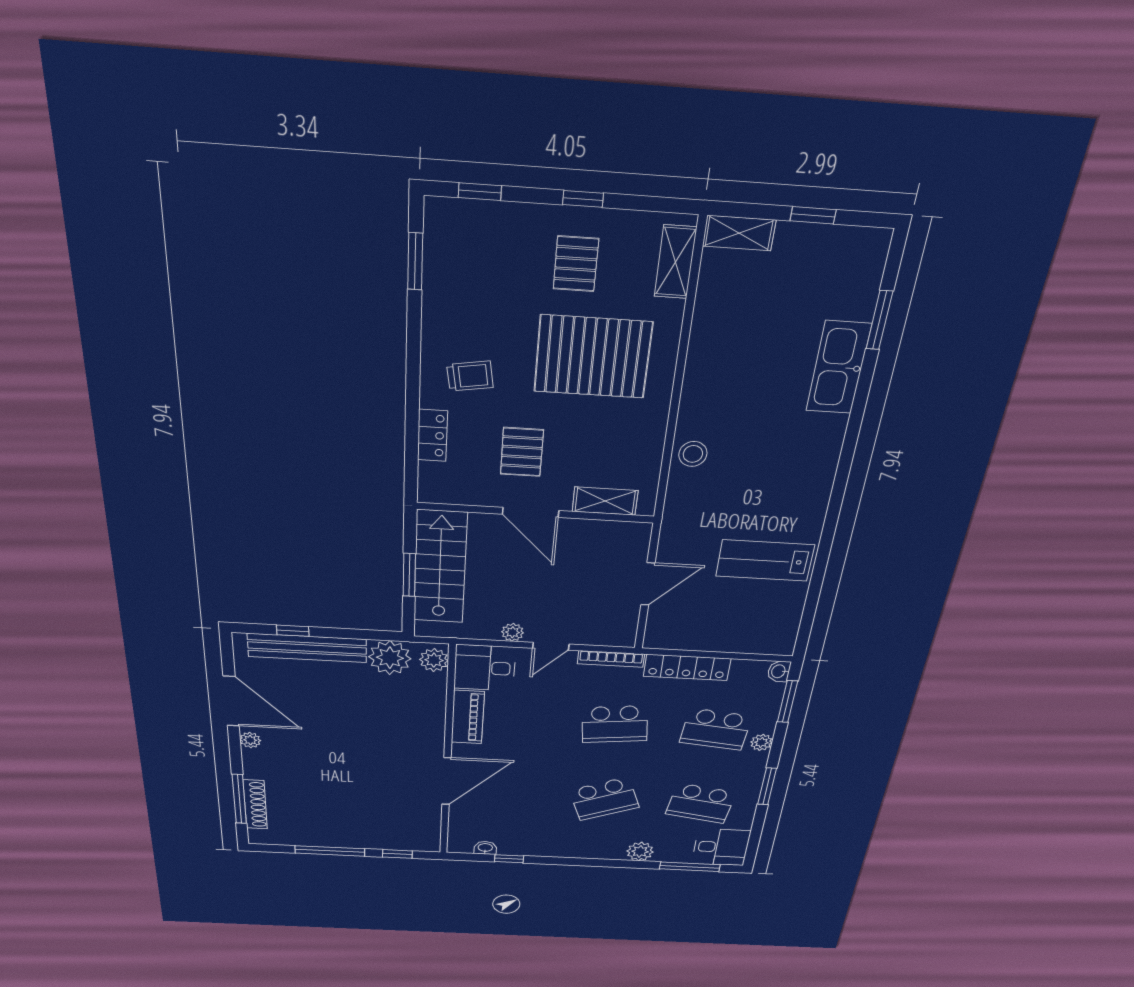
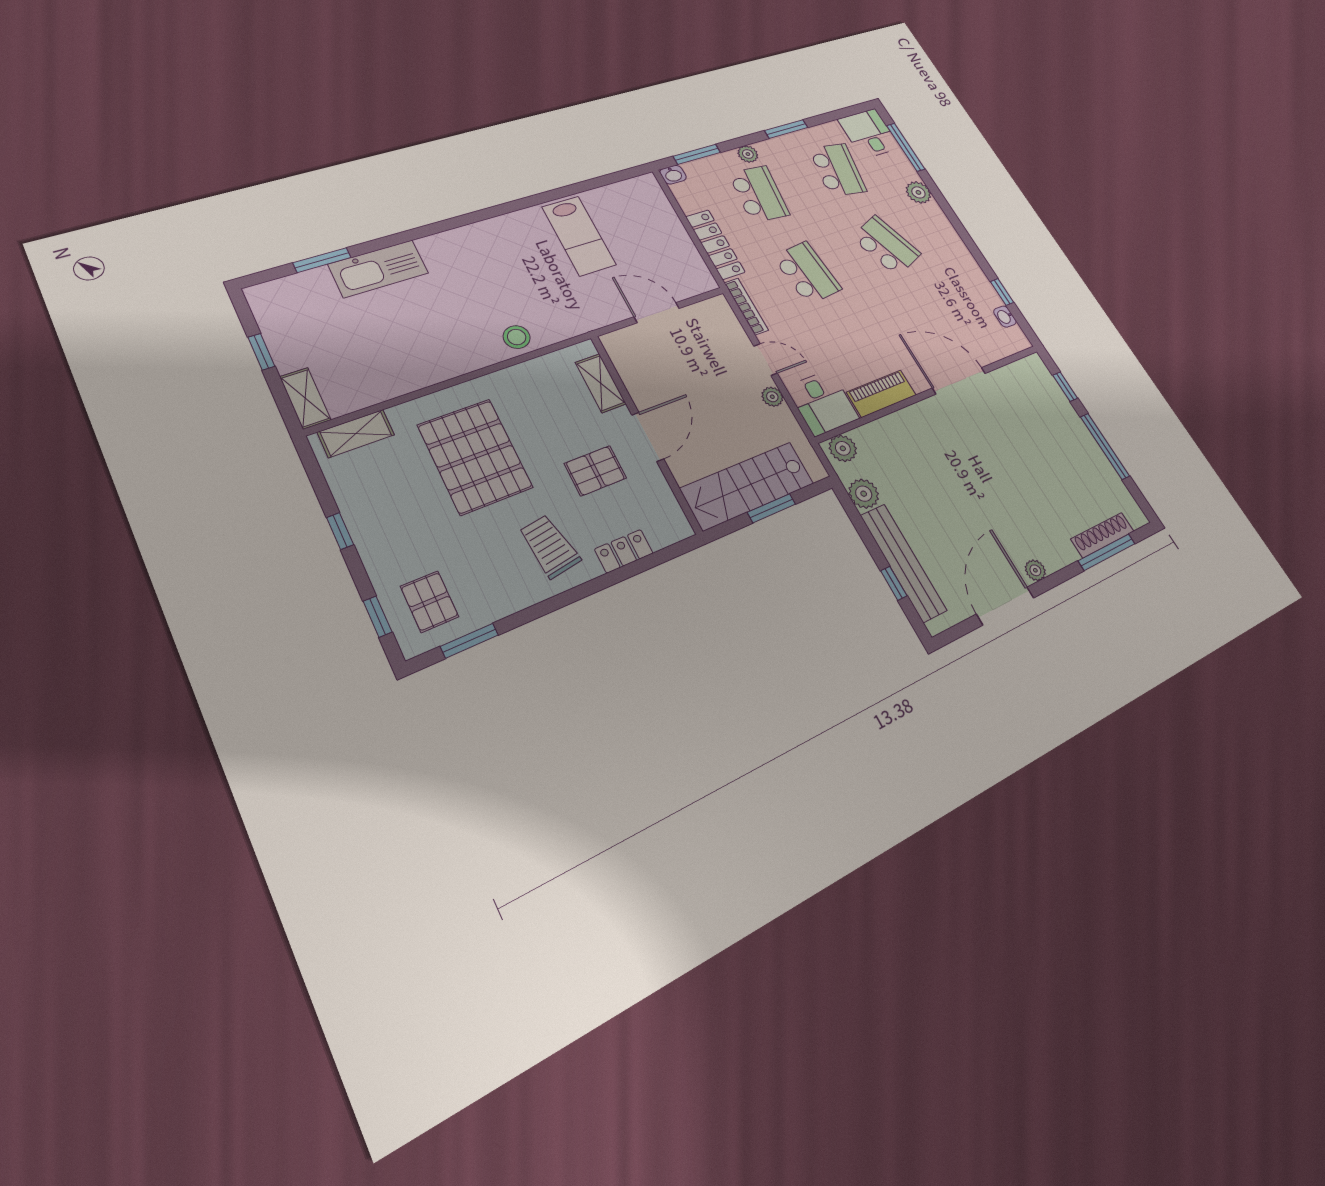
pallet: (576, 264) -> (430, 602), moved, turned 90
trolley: (470, 376) -> (550, 546), width x1.36, depth x1.39
plant: (390, 658) -> (864, 494), width x0.73, depth x0.73

